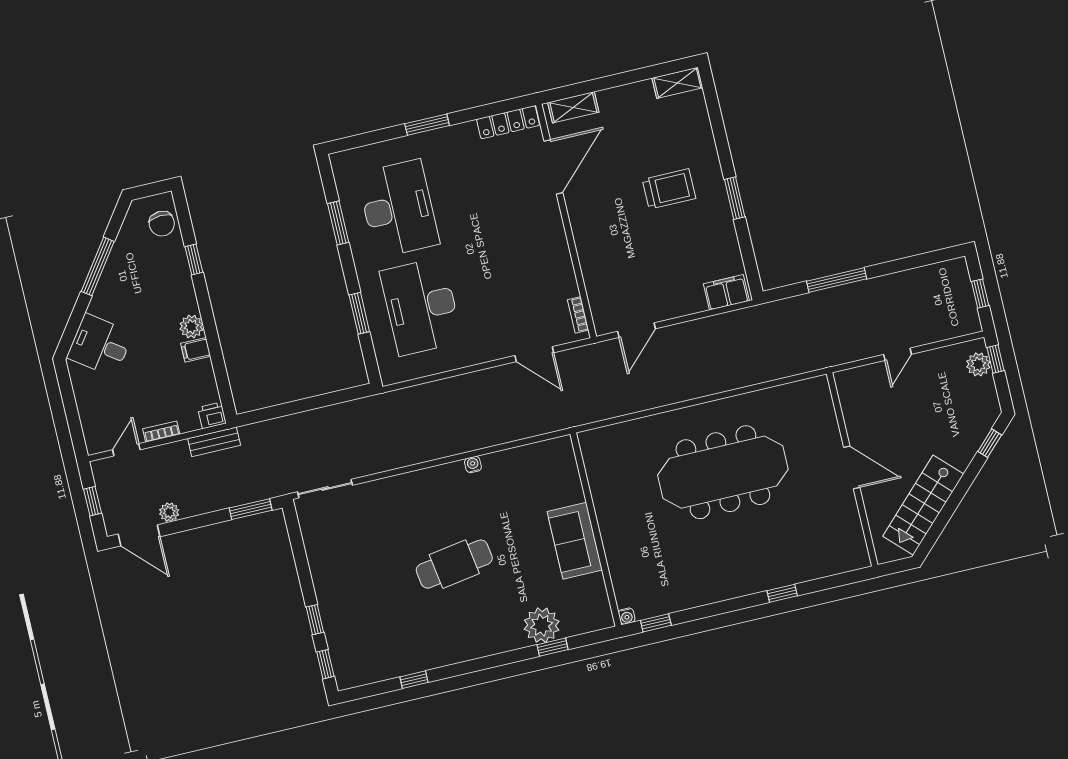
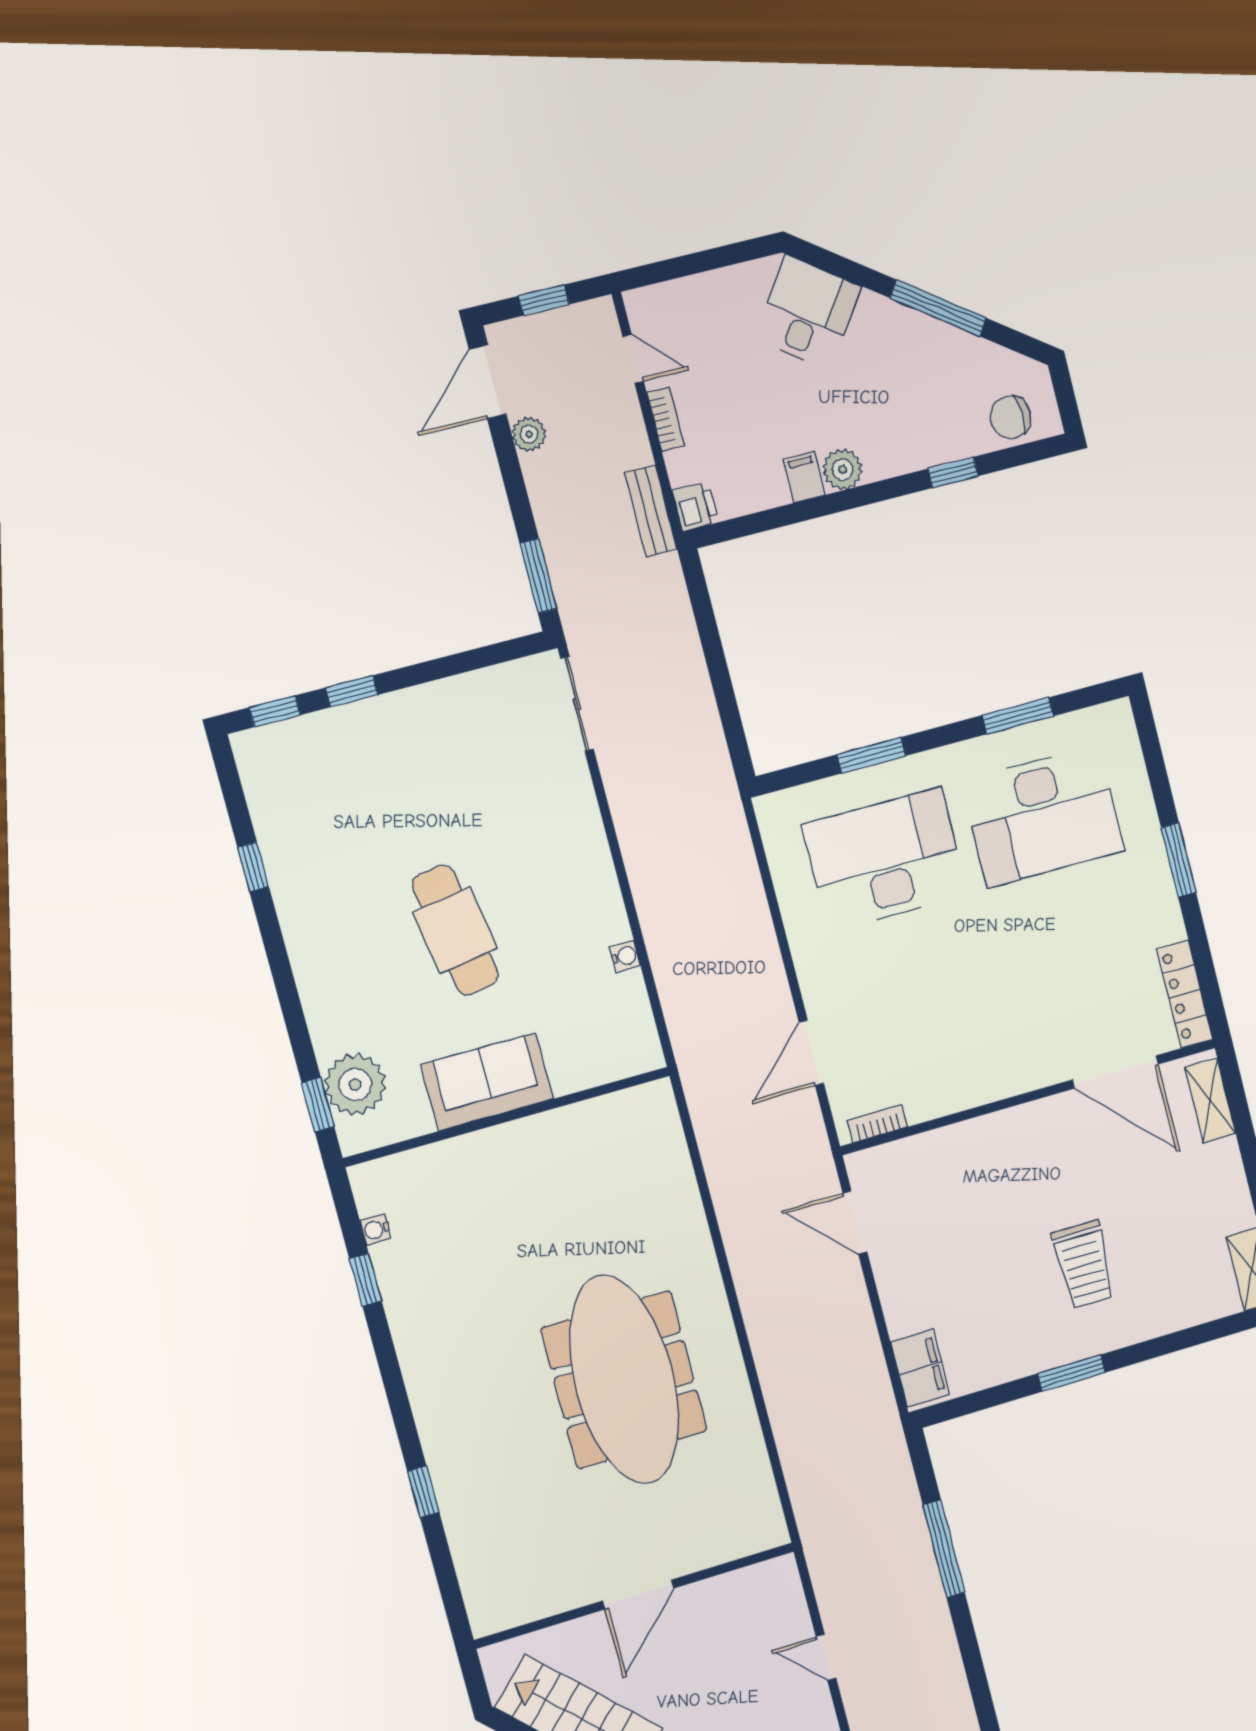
wall: (596, 529) -> (507, 1117), moved
sofa: (575, 541) -> (487, 1082), moved

